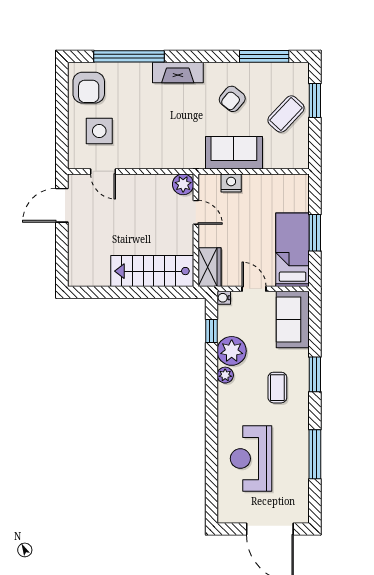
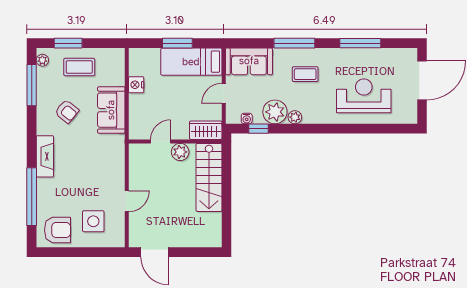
plant: (294, 69) -> (42, 60), added
coffee table: (286, 114) -> (79, 67), turned -43
door: (103, 171) -> (127, 201), moved
nightstand: (231, 183) -> (136, 85), moved
plant: (183, 184) -> (180, 152), moved
water cooler: (224, 298) -> (247, 118), moved
window: (315, 374) -> (294, 43), width x1.44
reception desk: (251, 459) -> (364, 96), turned 180

